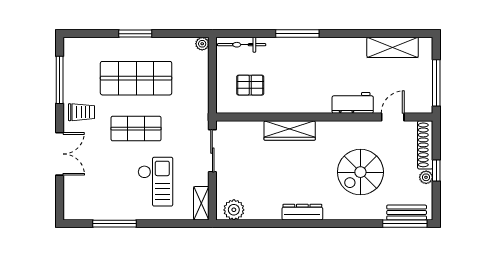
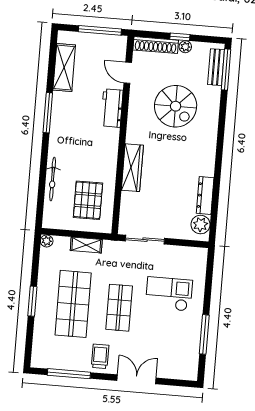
window: (297, 34) -> (48, 113), moved
bicycle: (242, 45) -> (53, 179), moved
pallet: (250, 85) -> (88, 200), width x1.50, depth x1.42
shelving: (201, 203) -> (86, 245), moved
dresser: (302, 212) -> (205, 196), moved

